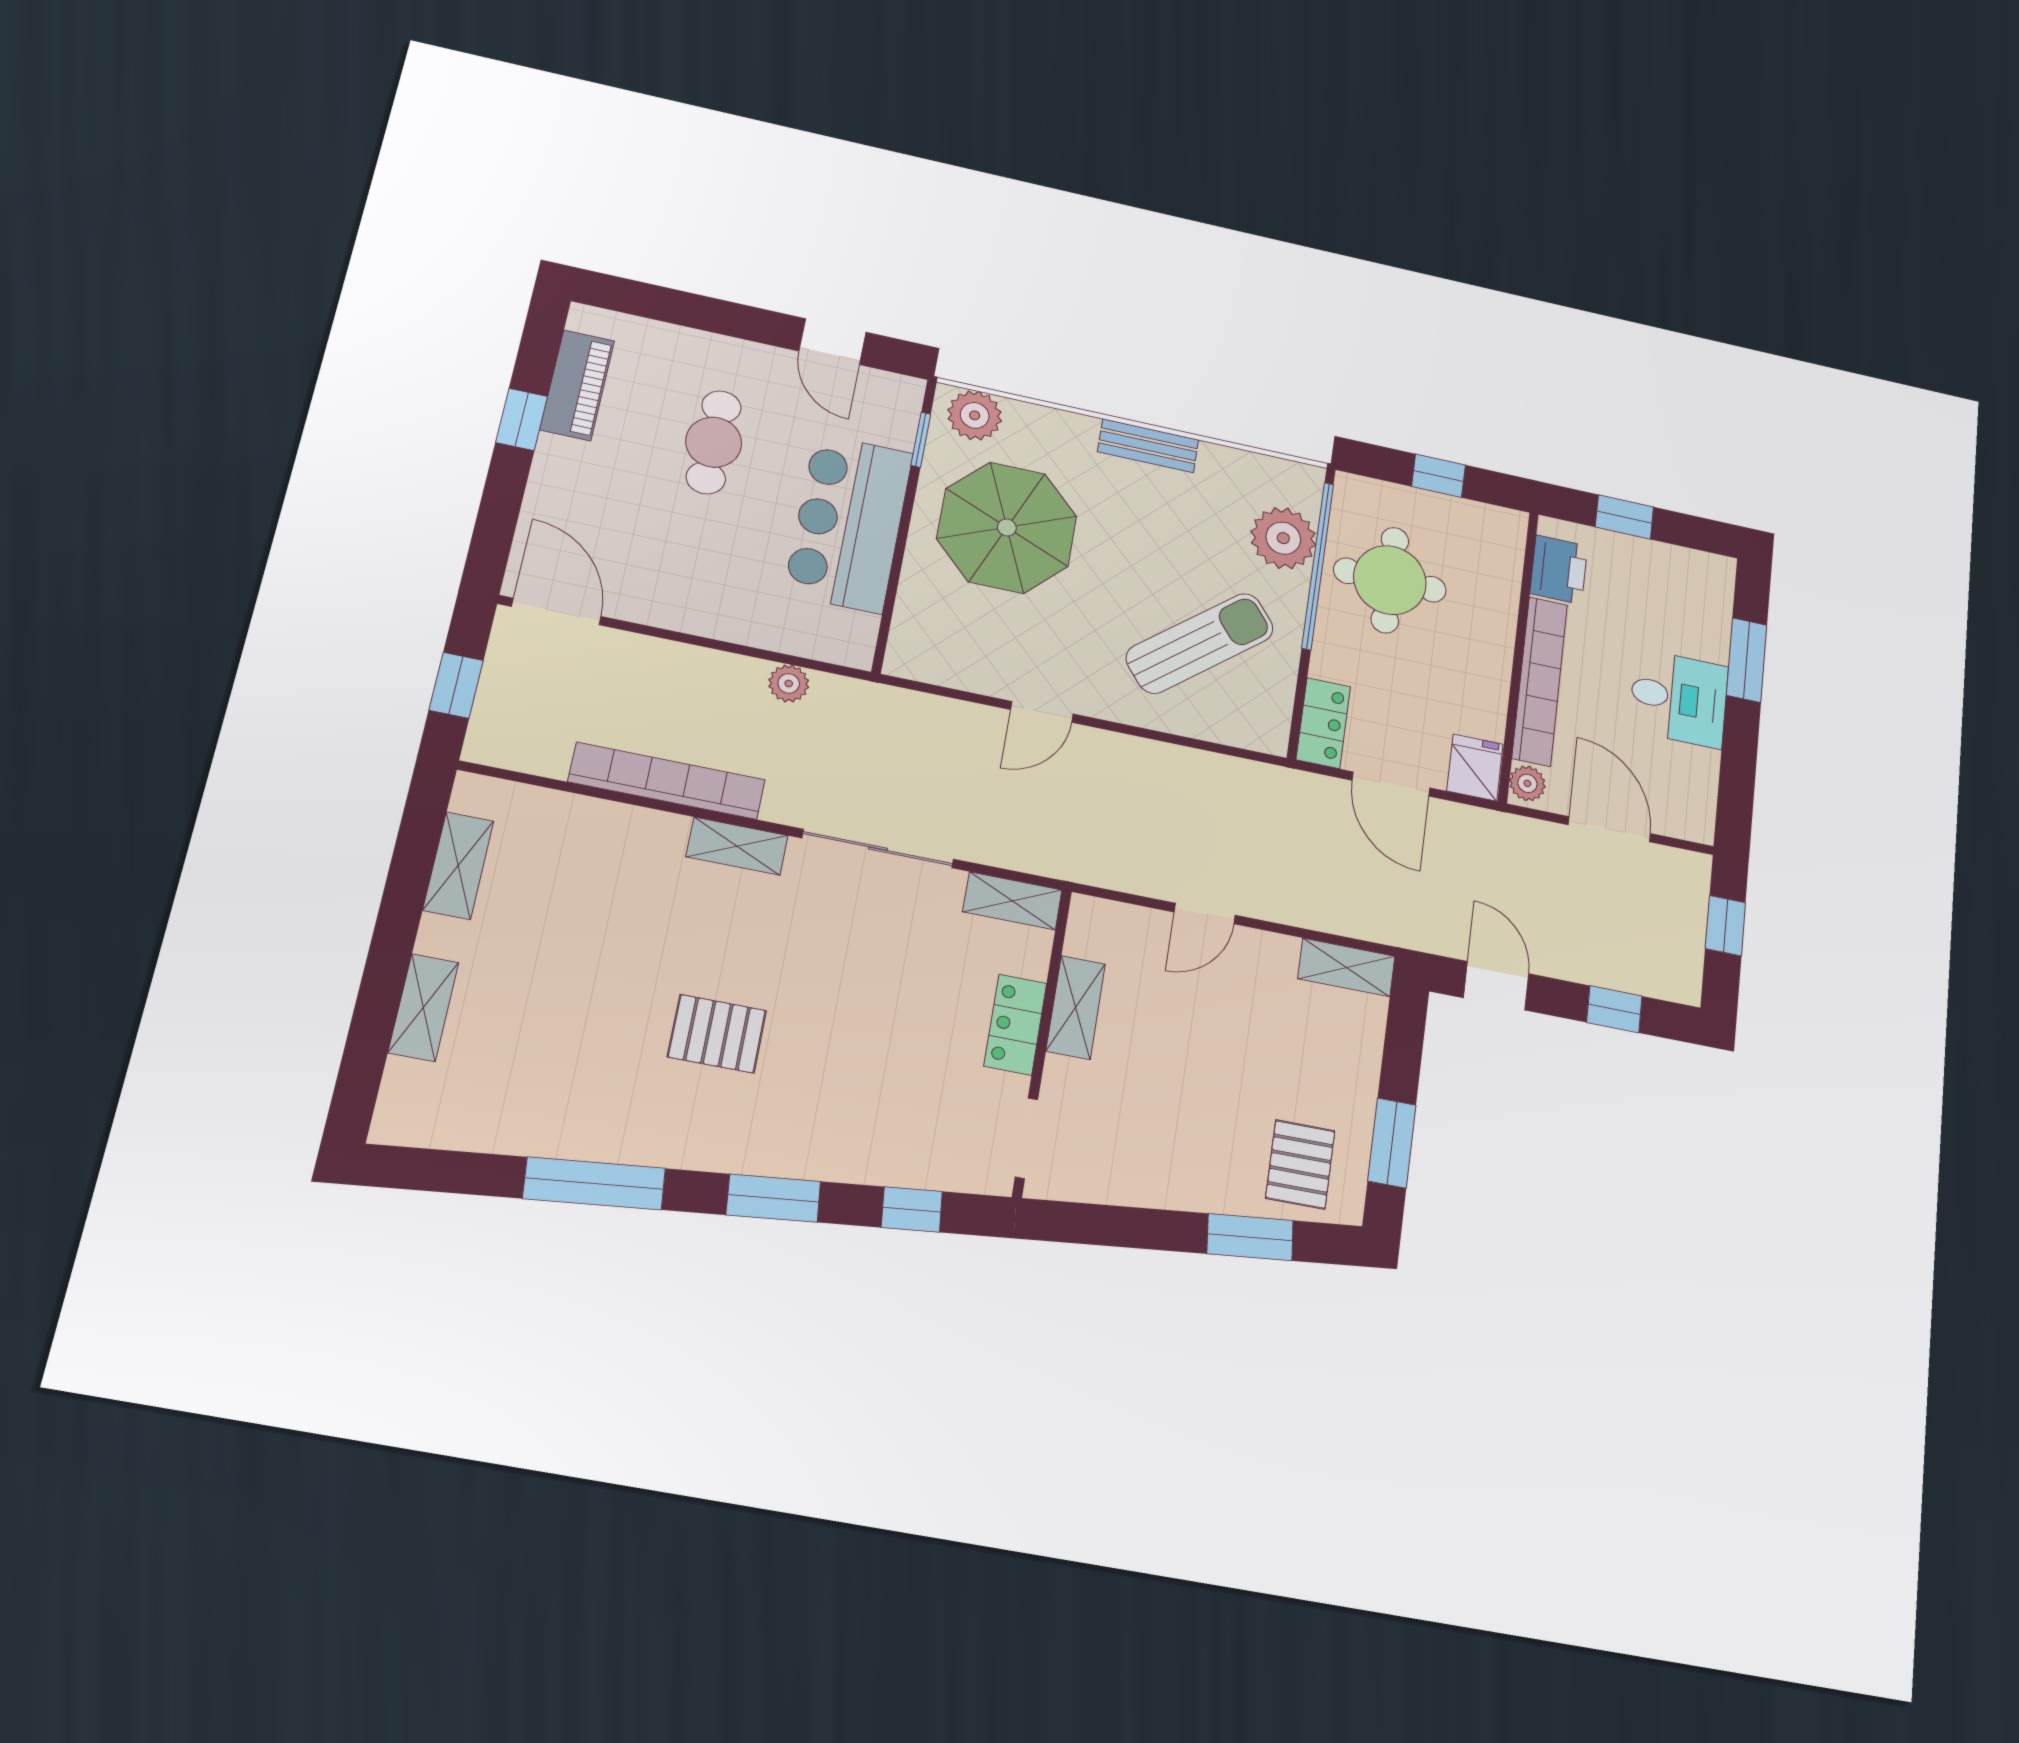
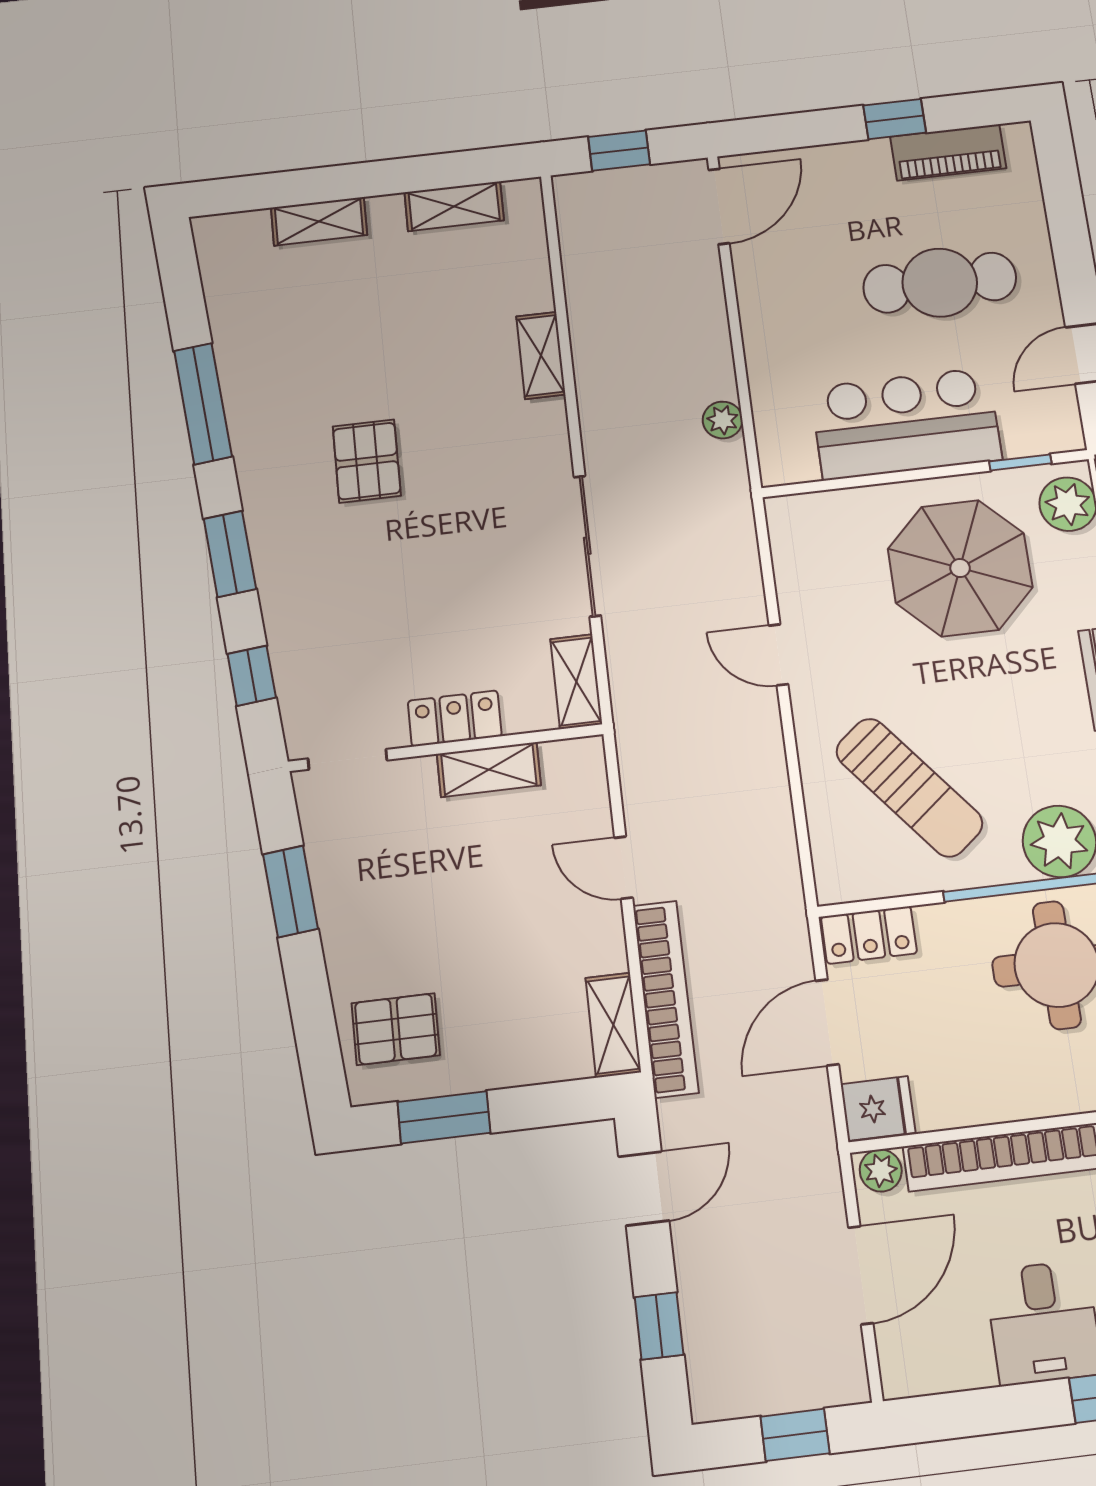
cafe table: (714, 442) -> (940, 283), width x1.37, depth x1.35
bookcase: (667, 781) -> (666, 999), moved
shelving: (737, 846) -> (541, 355), moved
window: (1250, 1237) -> (290, 892), moved

